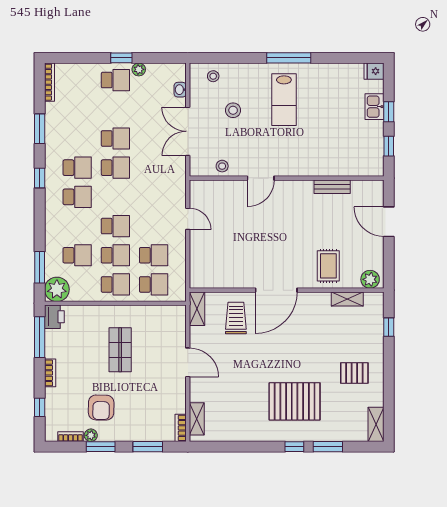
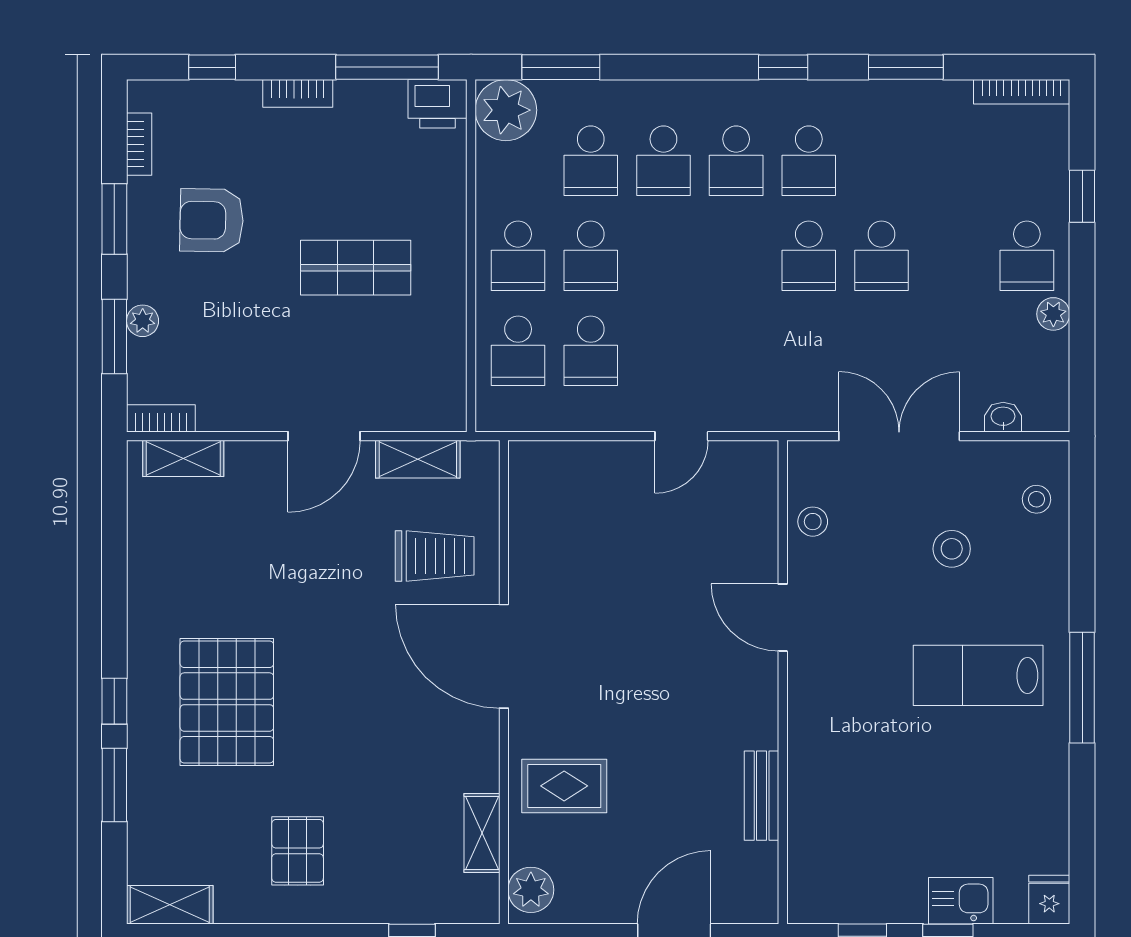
window: (121, 58) -> (1082, 196), moved
school desk: (115, 226) -> (663, 161), moved
shelving: (197, 309) -> (418, 459), moved
plant: (91, 435) -> (143, 321), moved

